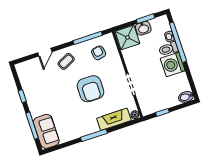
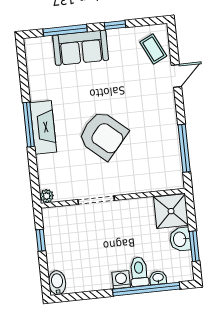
door: (45, 52) -> (176, 76), swing flipped
armchair: (99, 53) -> (157, 160), removed
coffee table: (66, 61) -> (153, 49), moved
washing machine: (173, 64) -> (121, 280), width x0.53, depth x0.53
armchair: (91, 89) -> (103, 135), turned -139
fireplace: (114, 119) -> (43, 127), moved
sofa: (46, 131) -> (81, 48), moved

